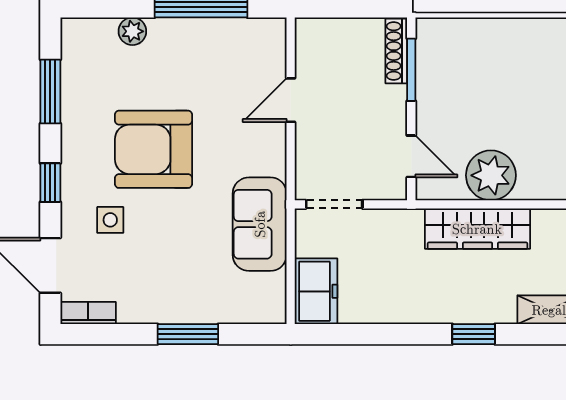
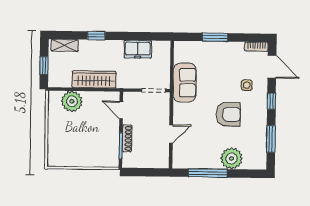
plant: (132, 31) -> (231, 158), width x1.87, depth x1.87
shoe rack: (396, 51) -> (127, 138), moved
armchair: (153, 149) -> (228, 114), width x0.73, depth x0.73
plant: (491, 175) -> (72, 101), moved
freezer: (316, 291) -> (138, 49), moved, turned -90

